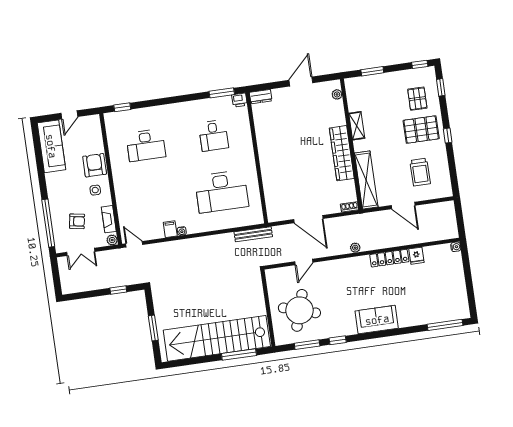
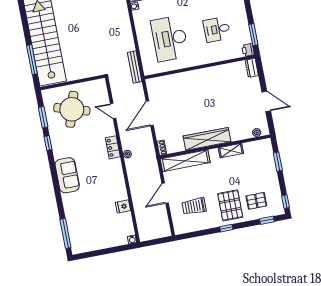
locker: (389, 258) -> (113, 147), moved, width x0.66

